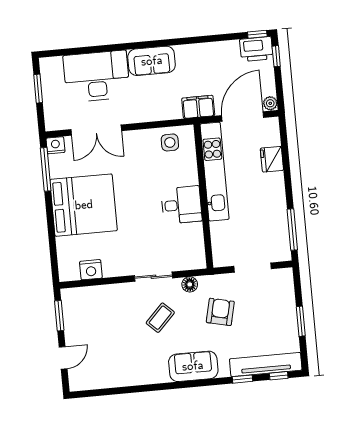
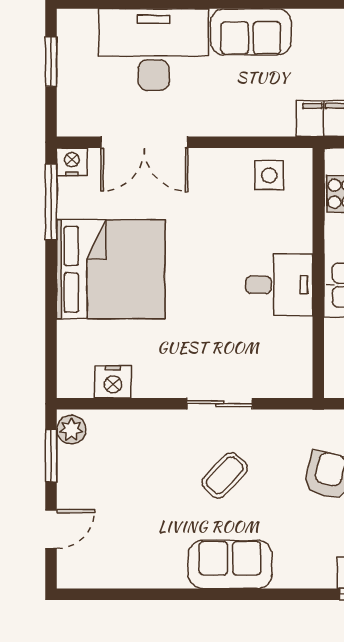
floor lamp: (190, 284) -> (281, 423), removed
plant: (69, 299) -> (71, 429), added
sofa: (193, 366) -> (230, 564), moved

